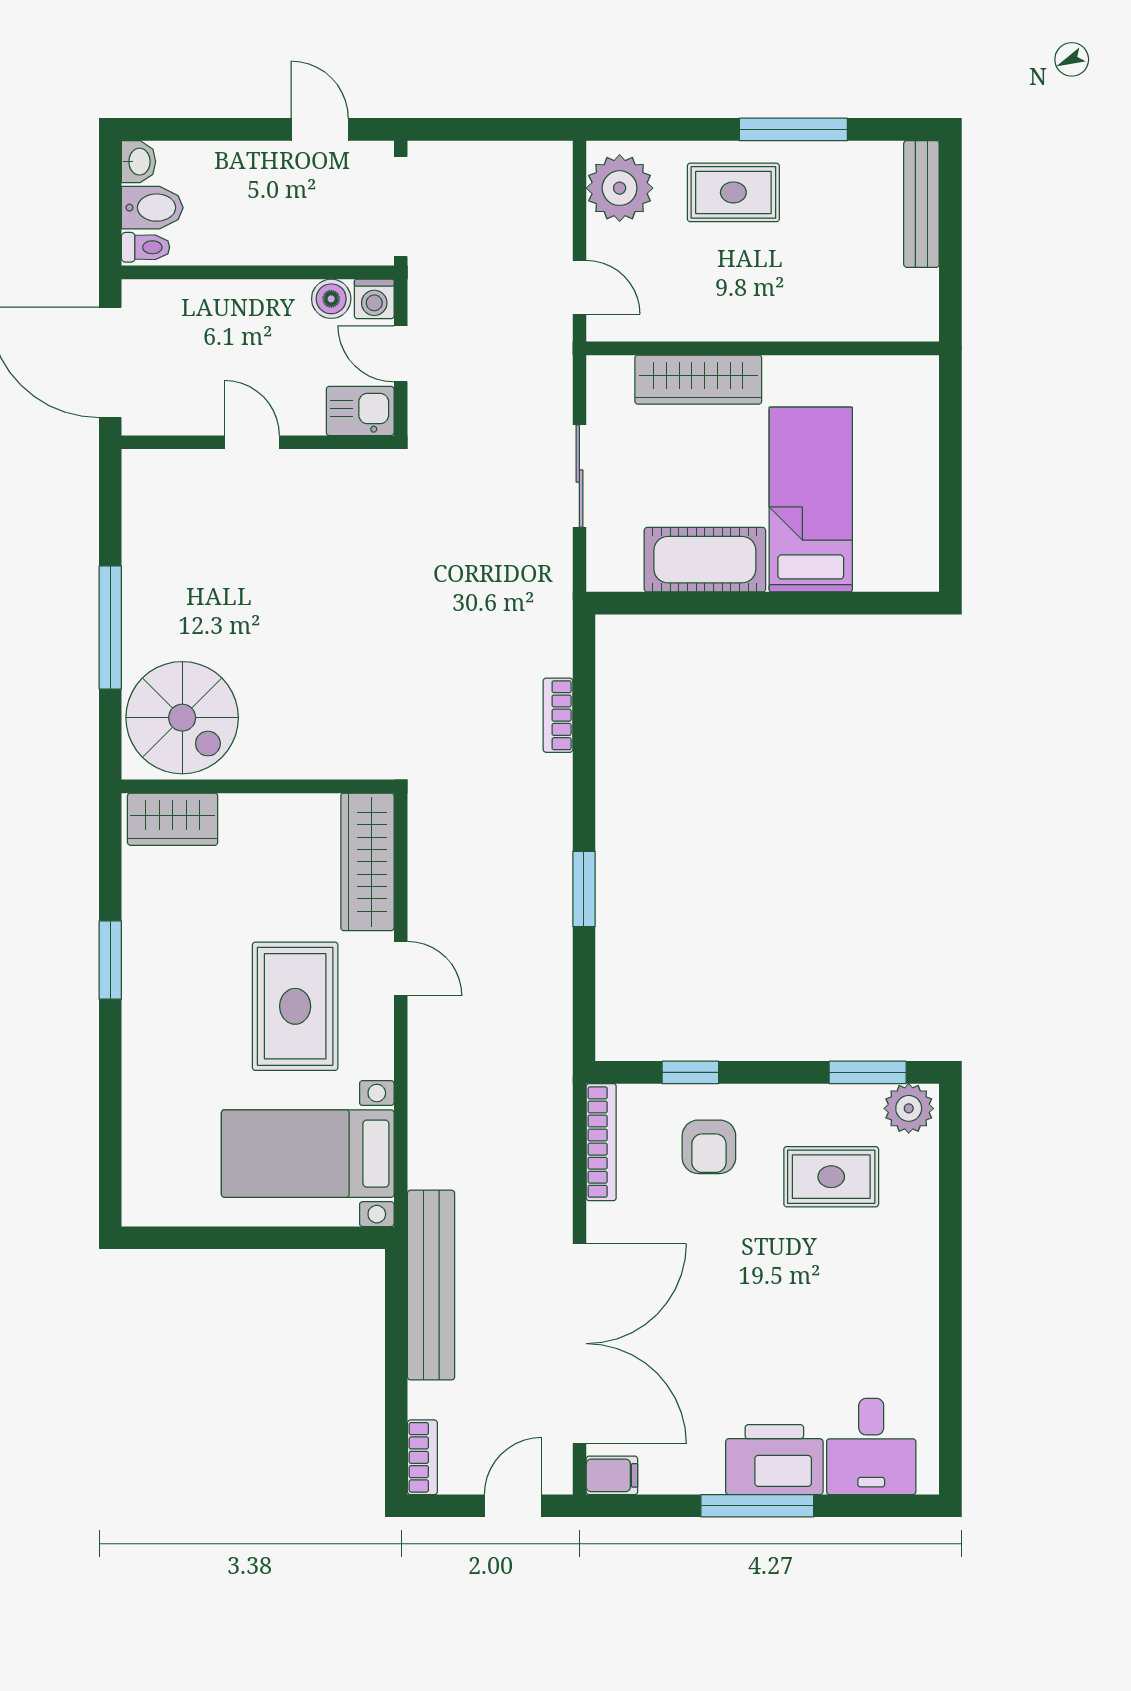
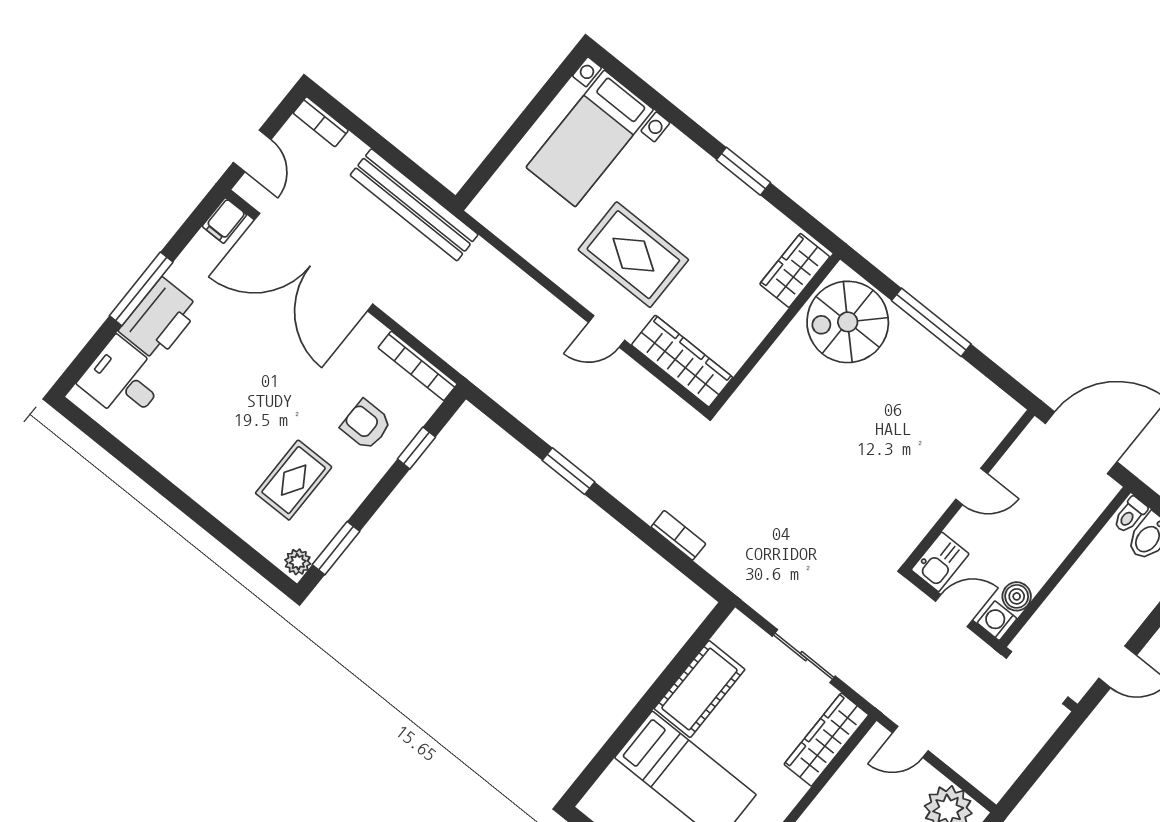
wardrobe: (698, 380) -> (826, 740), moved
plant: (909, 1108) -> (298, 562), width x0.73, depth x0.73
bed with nightstands: (308, 1154) -> (590, 138), moved, turned 180

